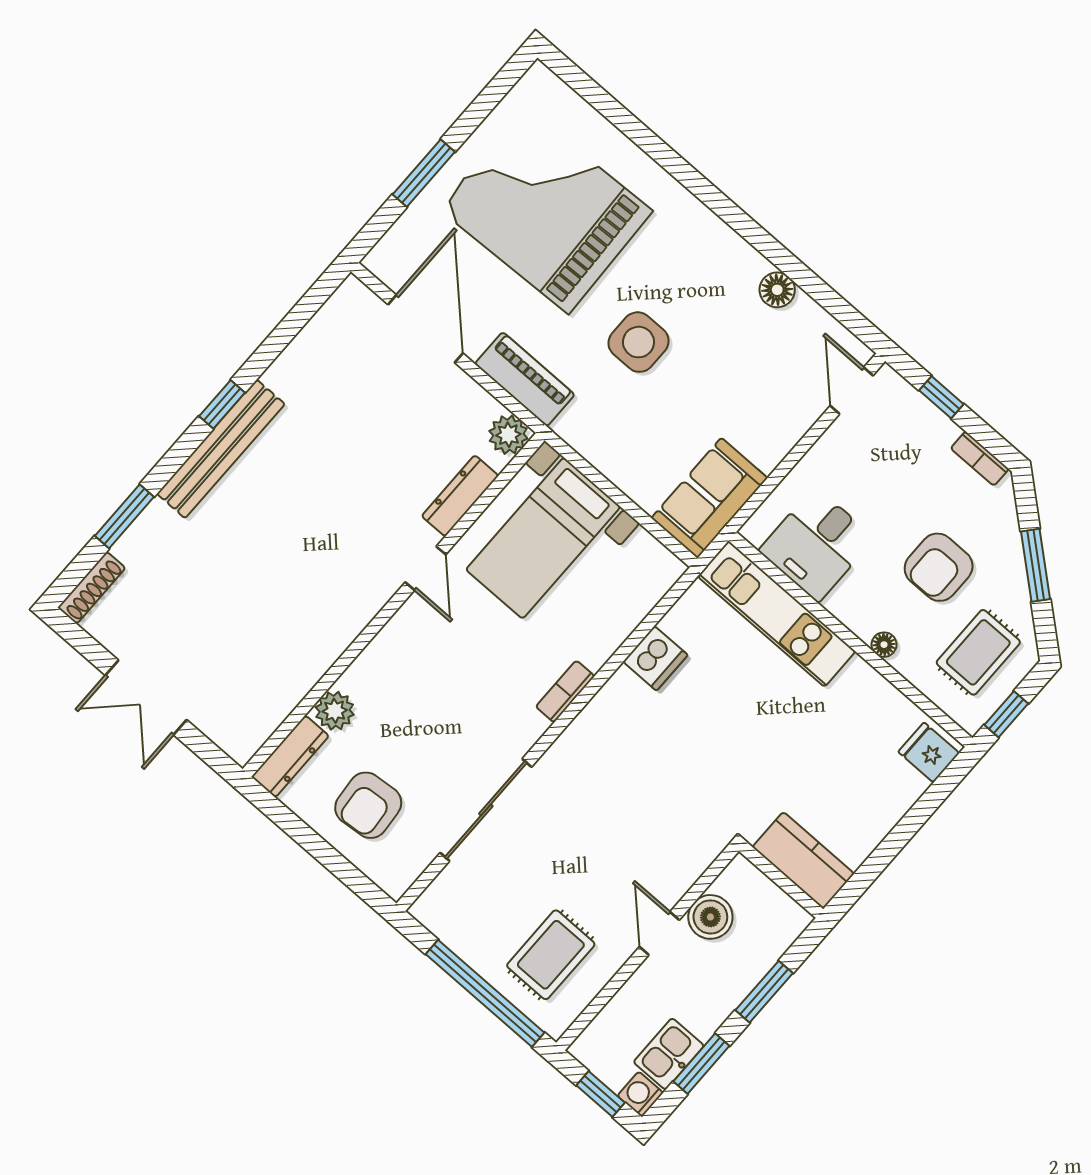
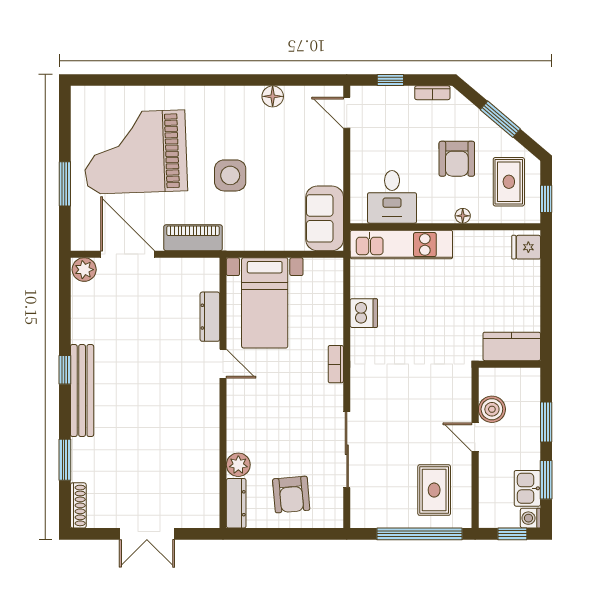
plant: (508, 435) -> (84, 270), moved

